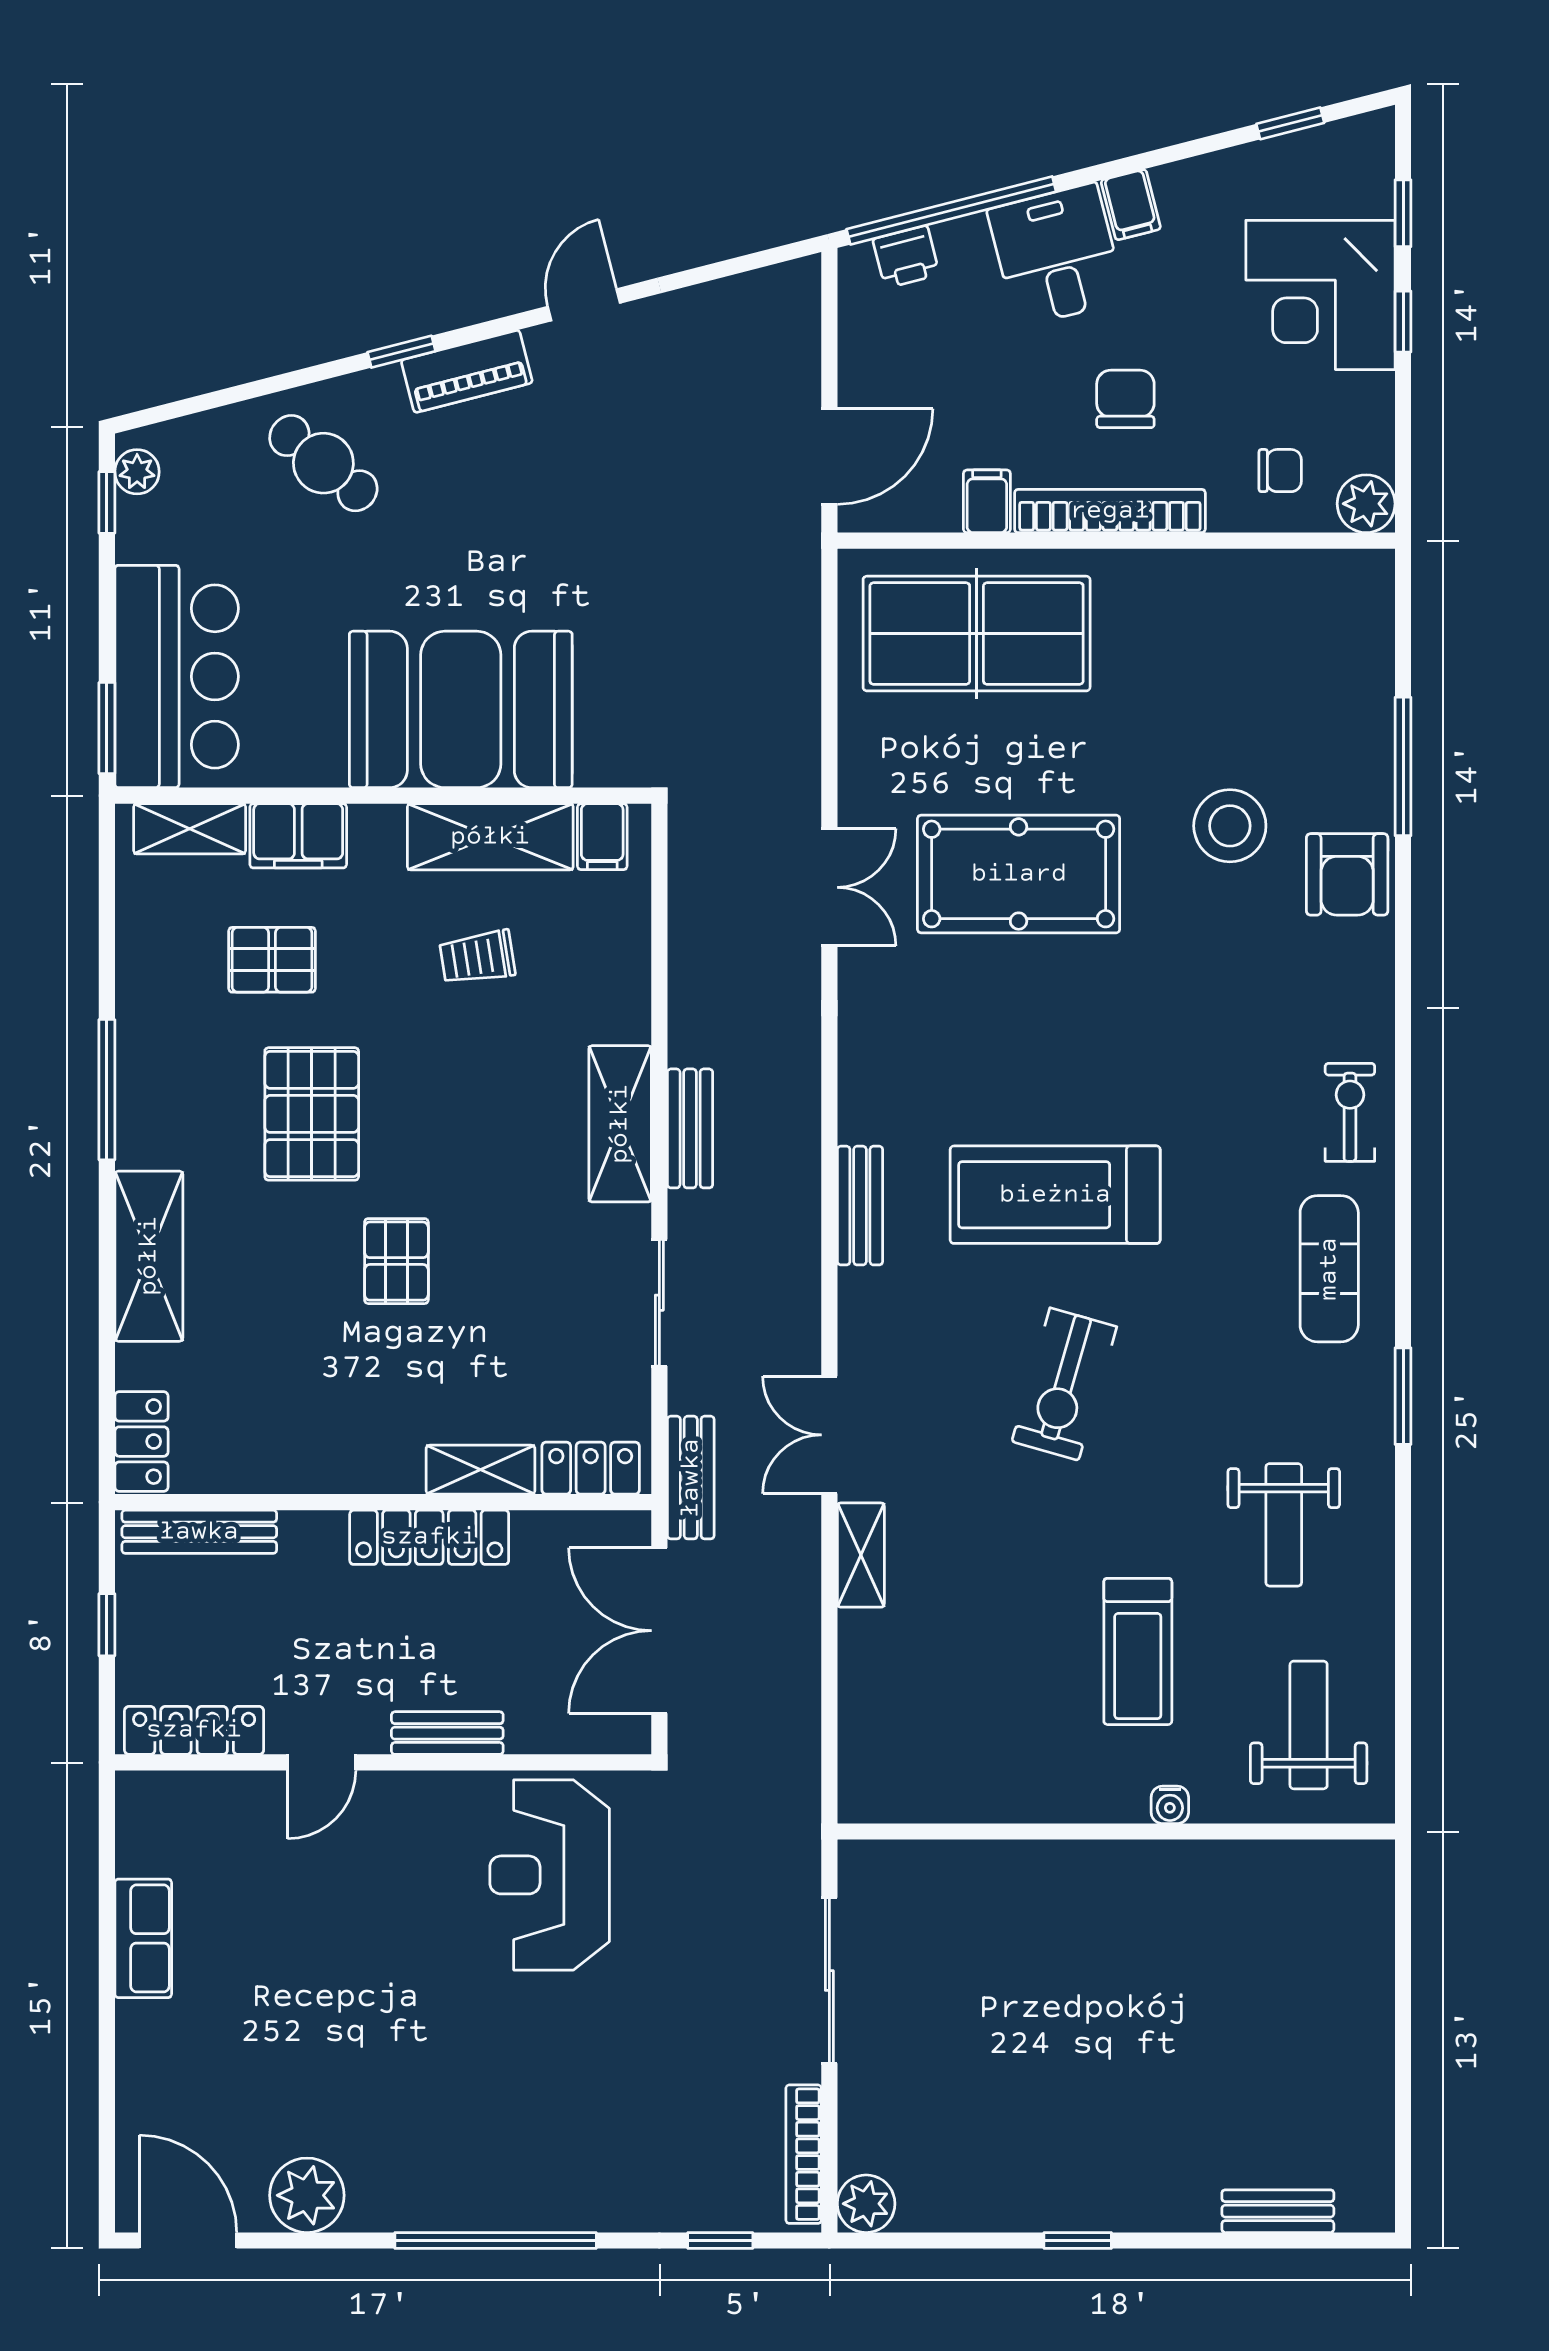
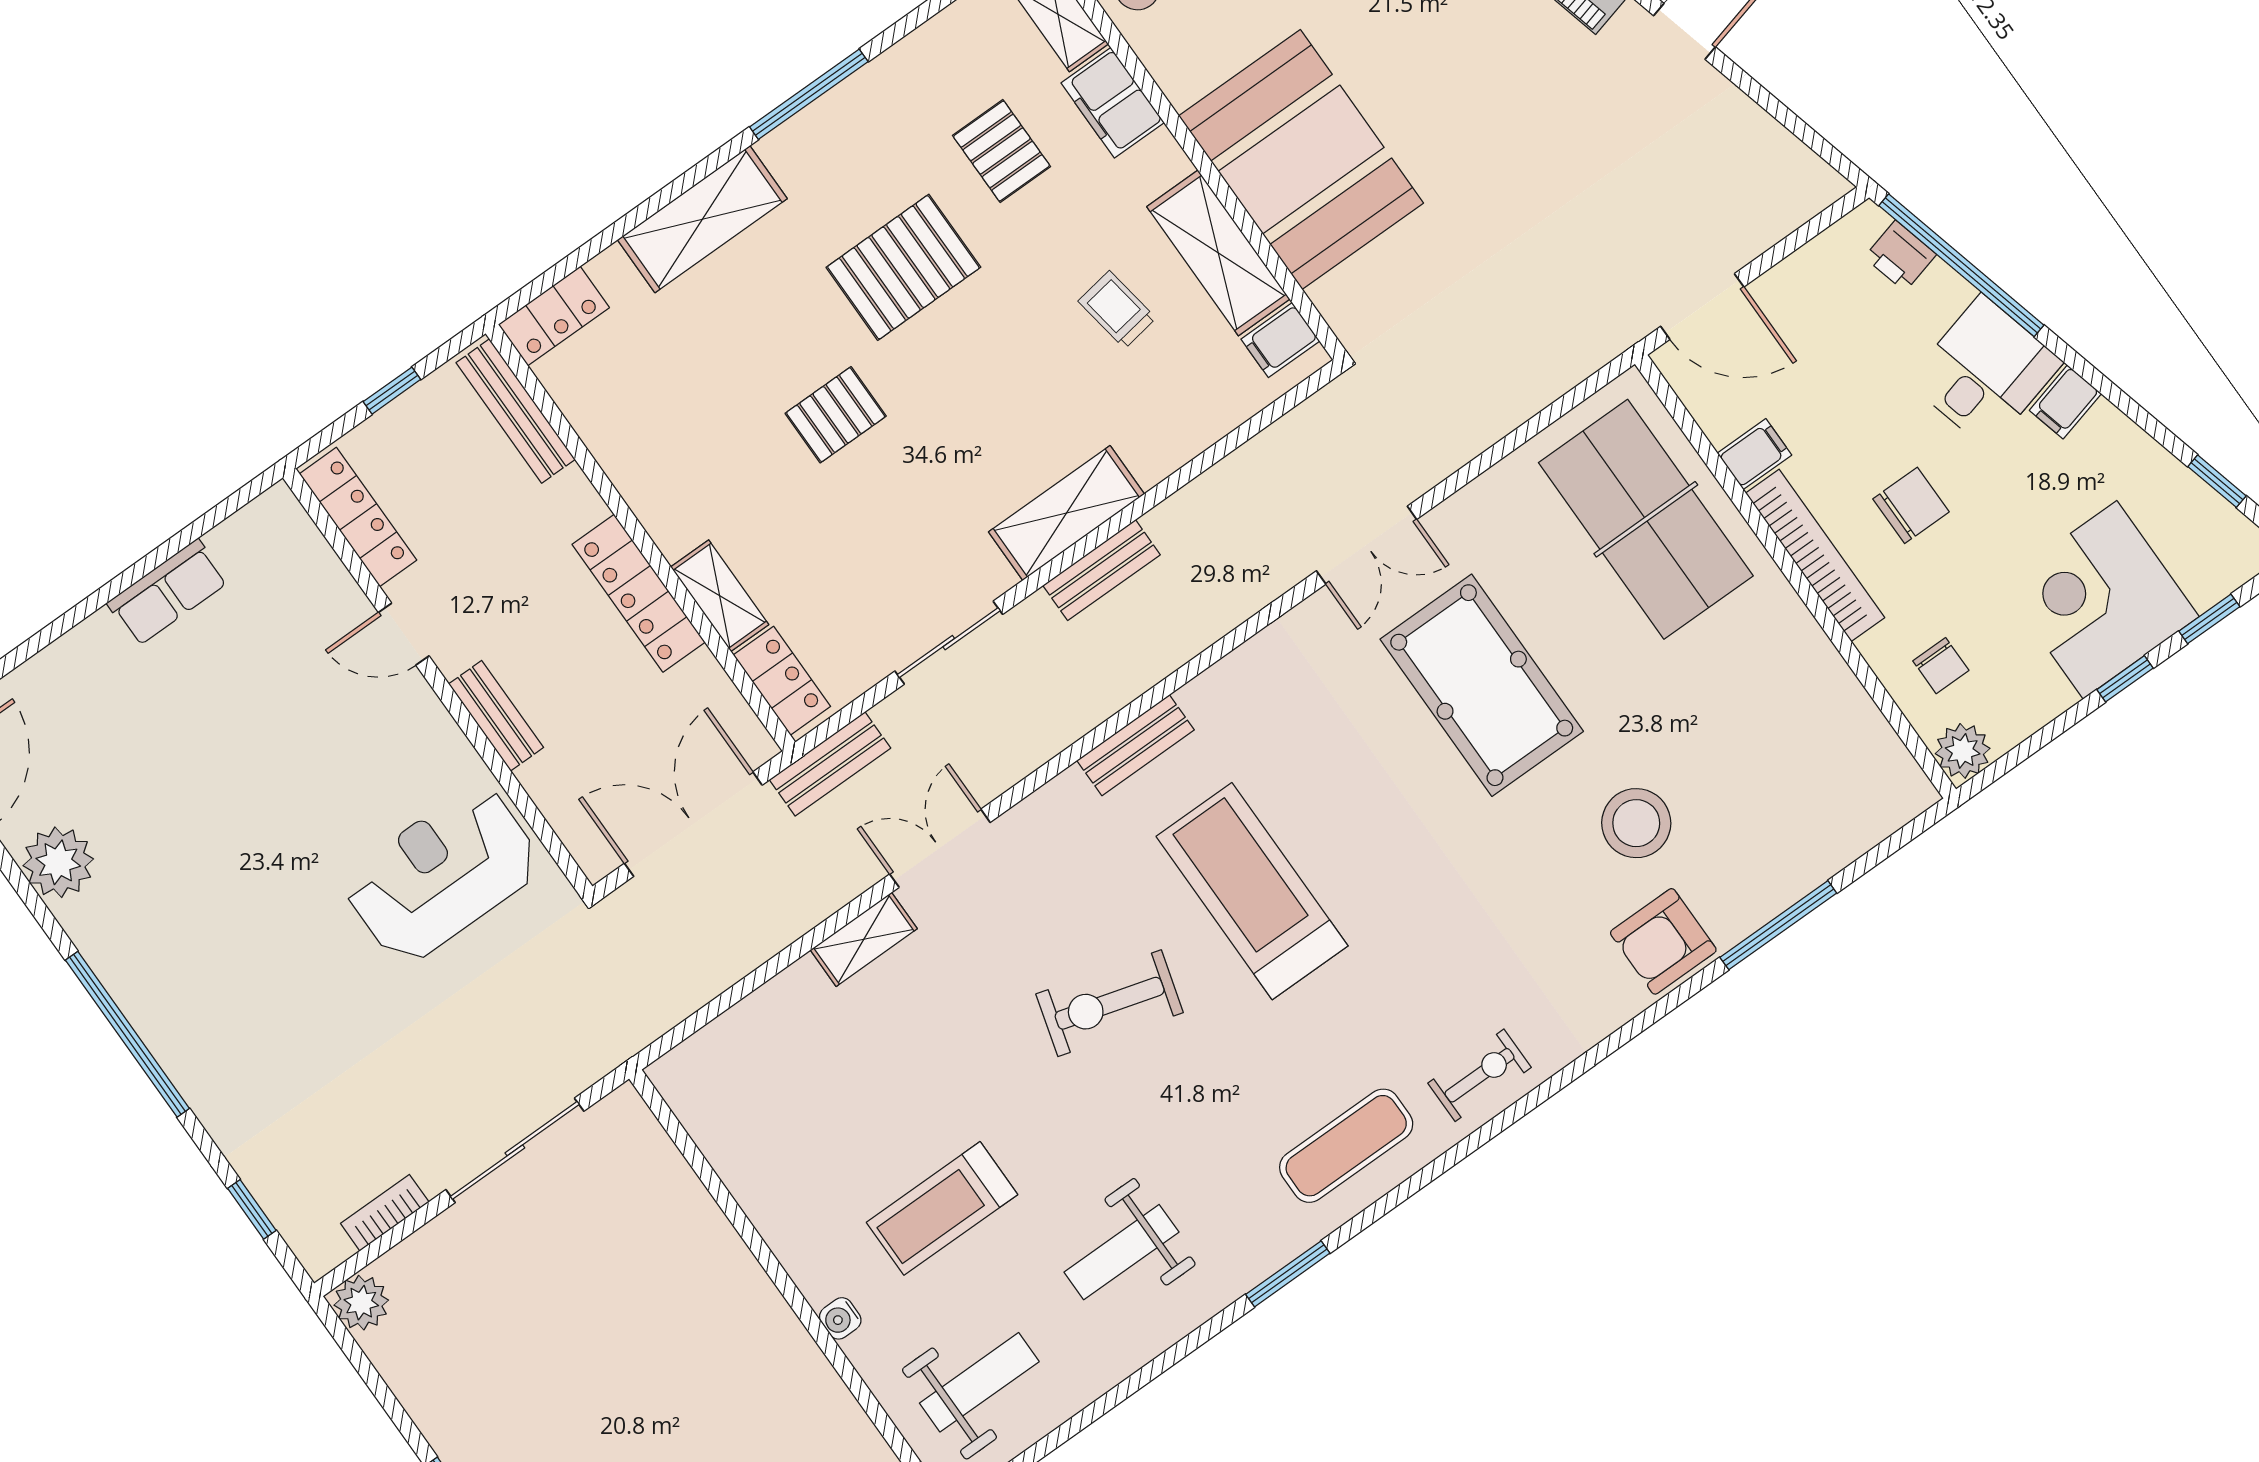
bookcase: (804, 2154) -> (385, 1213), width x0.64

